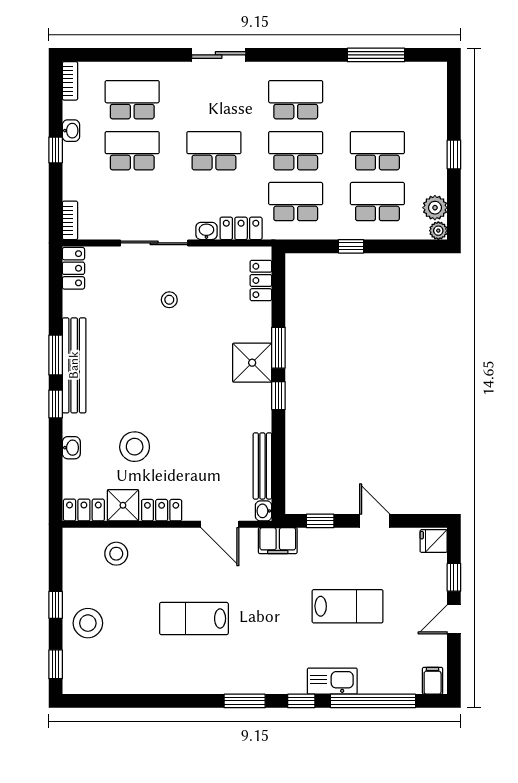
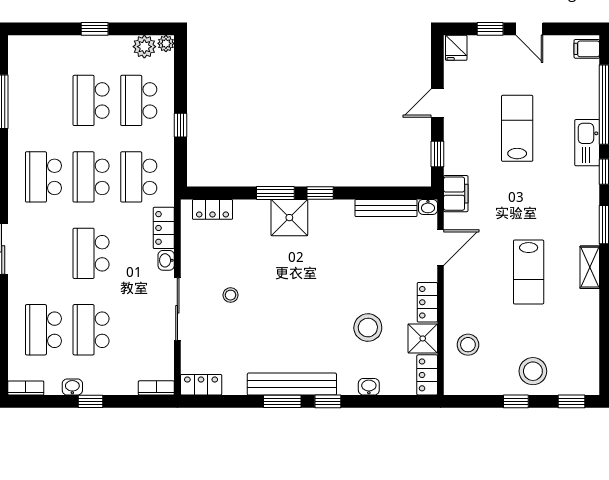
shelving: (199, 684) -> (590, 267), added

